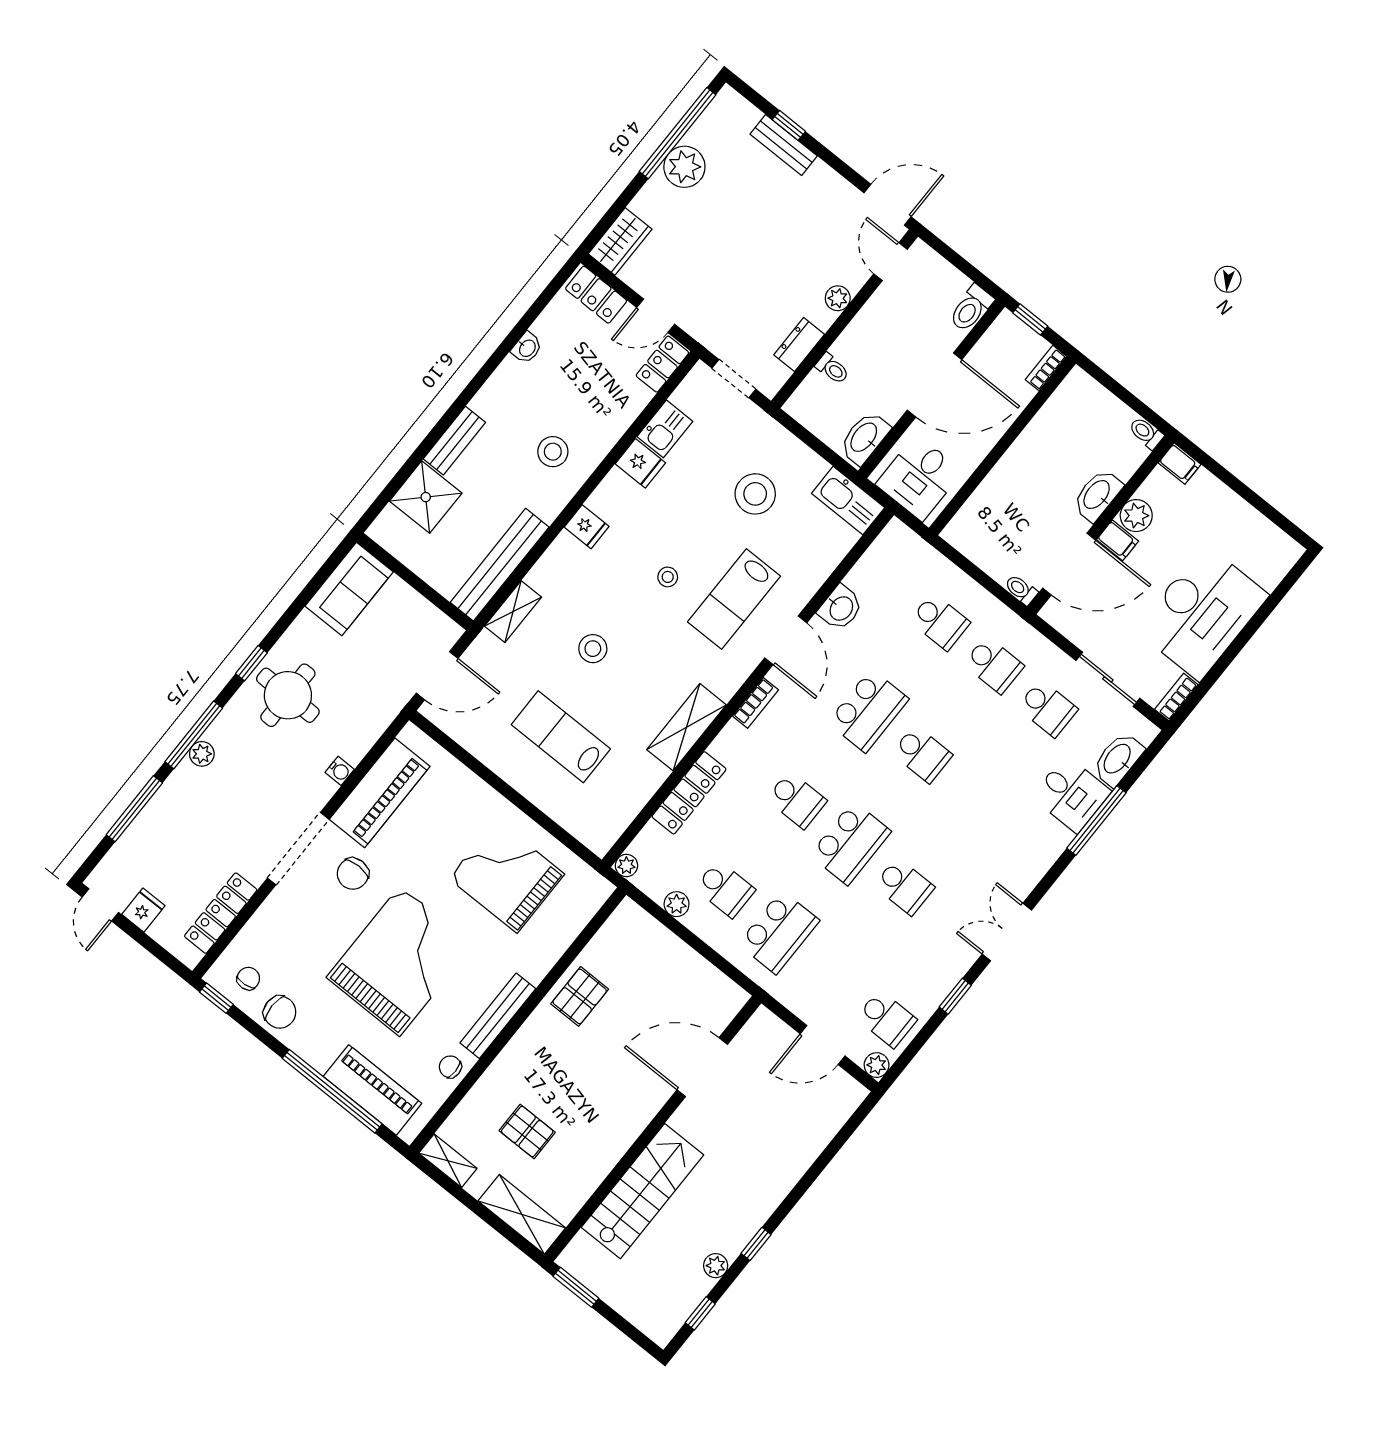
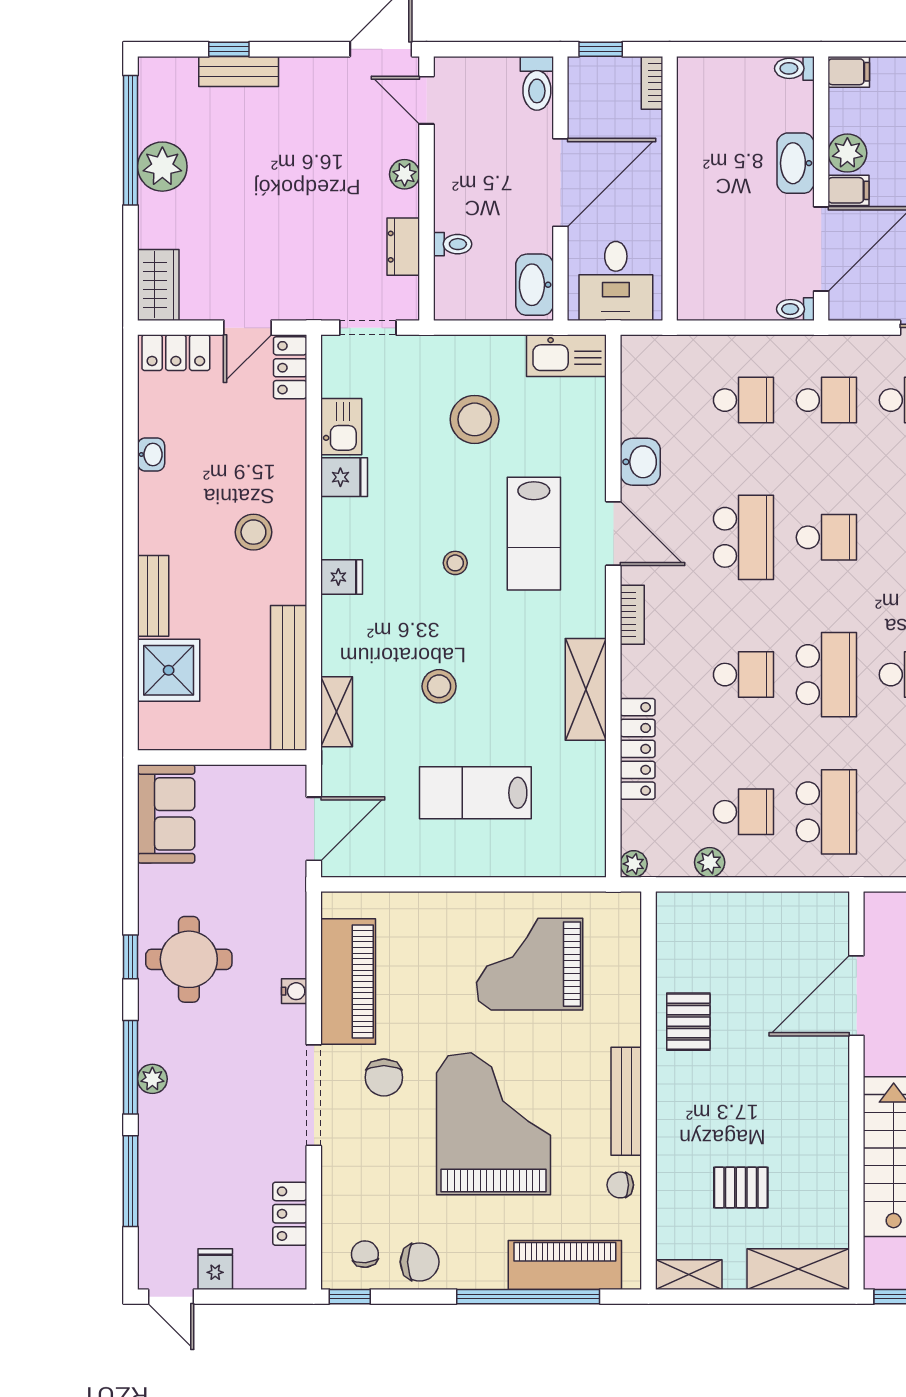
locker: (221, 913) -> (290, 1214), width x0.66

